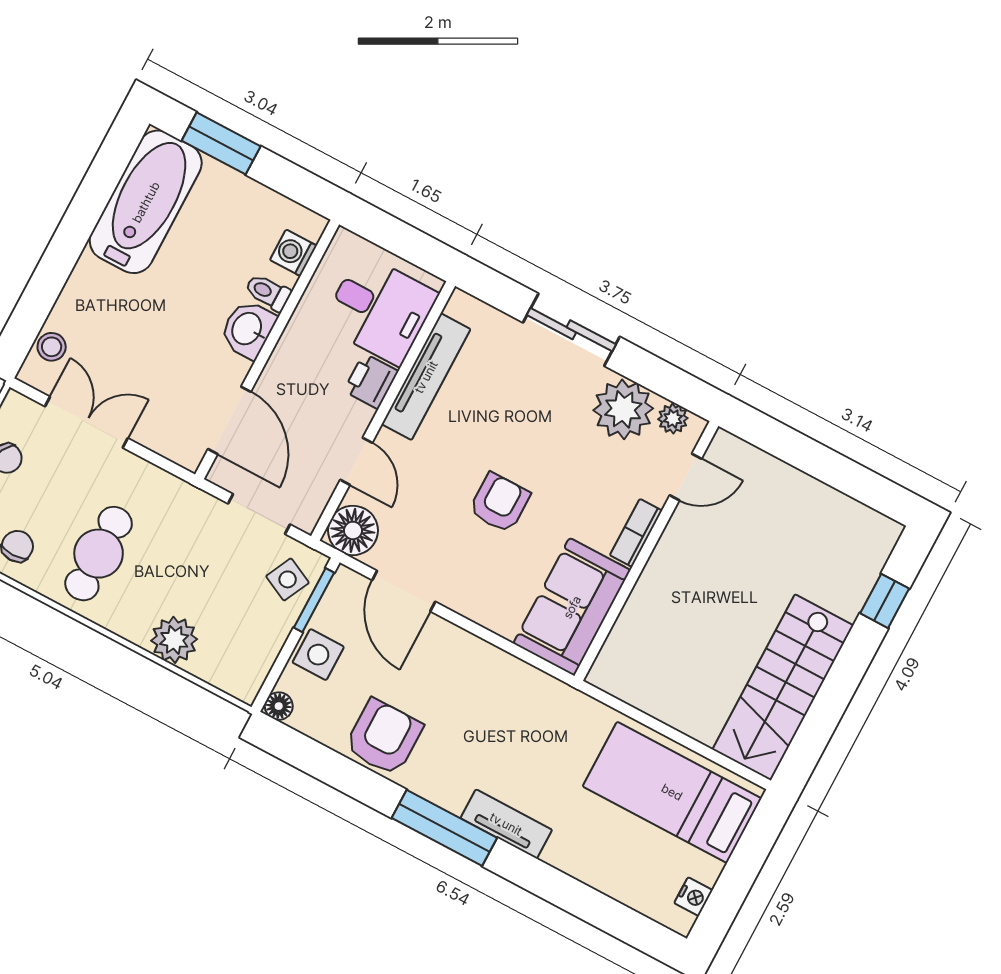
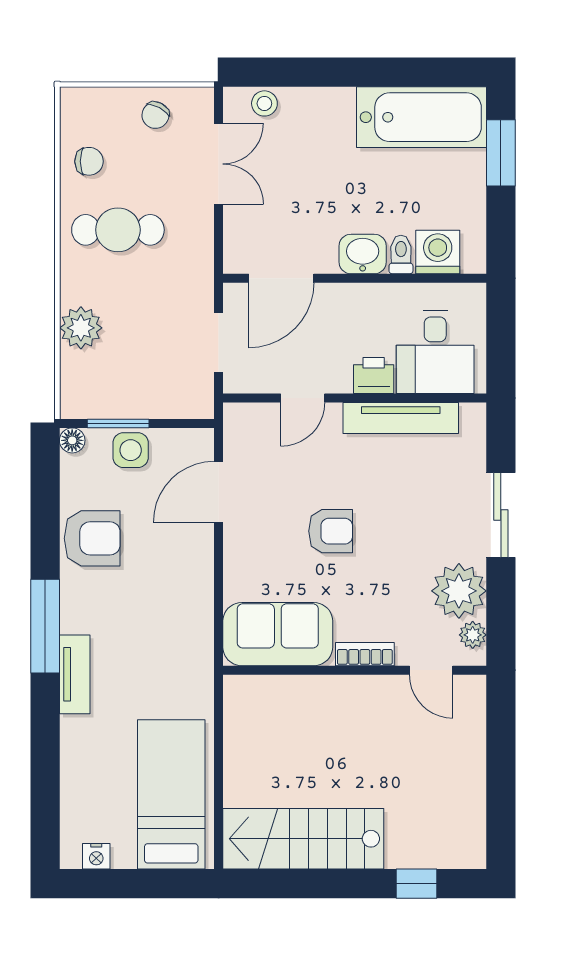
washing machine: (293, 253) -> (438, 252), width x1.38, depth x1.38
floor lamp: (353, 530) -> (246, 425), removed
side table: (288, 579) -> (178, 393), removed
window: (314, 600) -> (118, 423), moved

